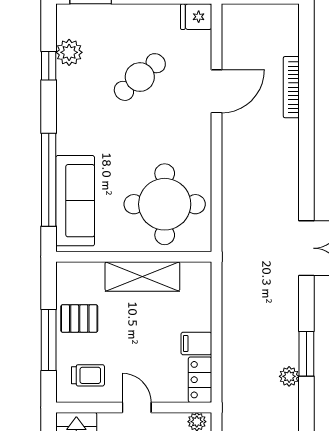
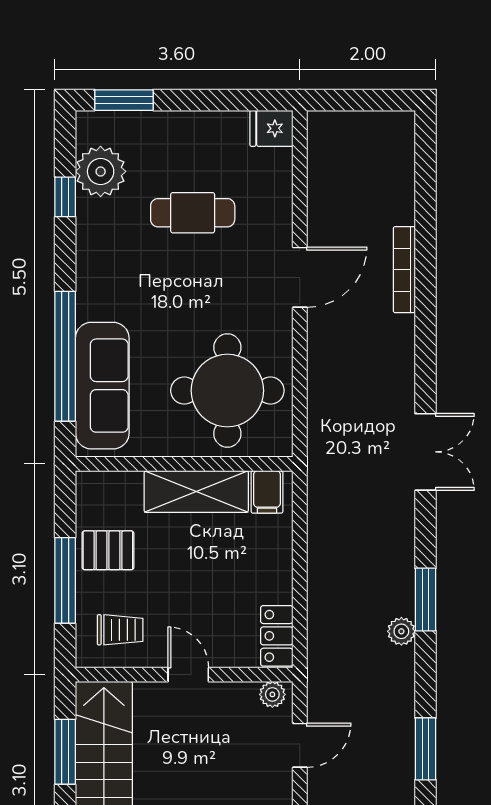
plant: (69, 52) -> (101, 171), width x1.36, depth x1.36
cafe table: (140, 77) -> (193, 213), turned 41
bookcase: (291, 87) -> (404, 270), moved
door: (216, 91) -> (300, 277), moved
filing cabinet: (196, 343) -> (267, 492), moved, turned -90

